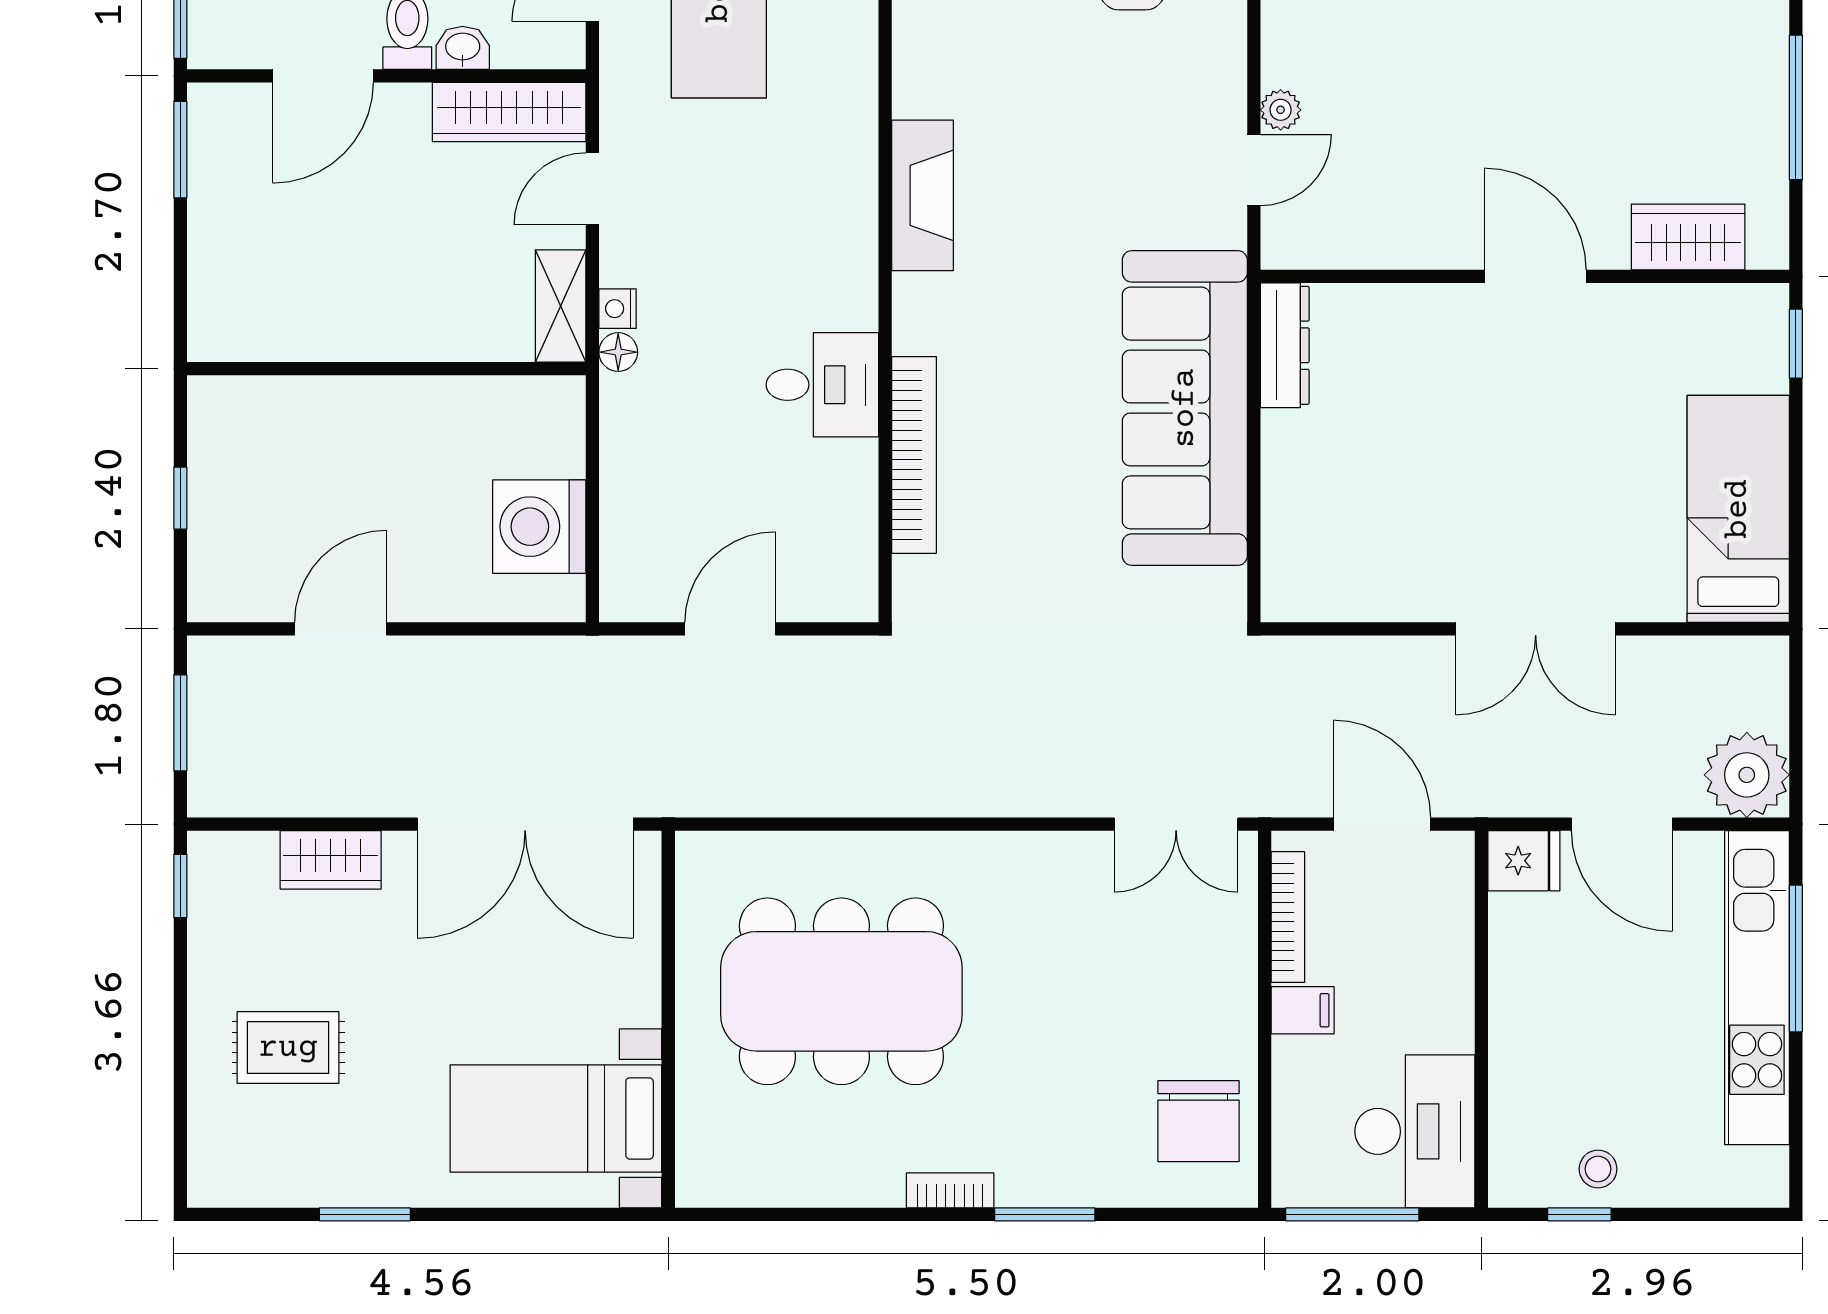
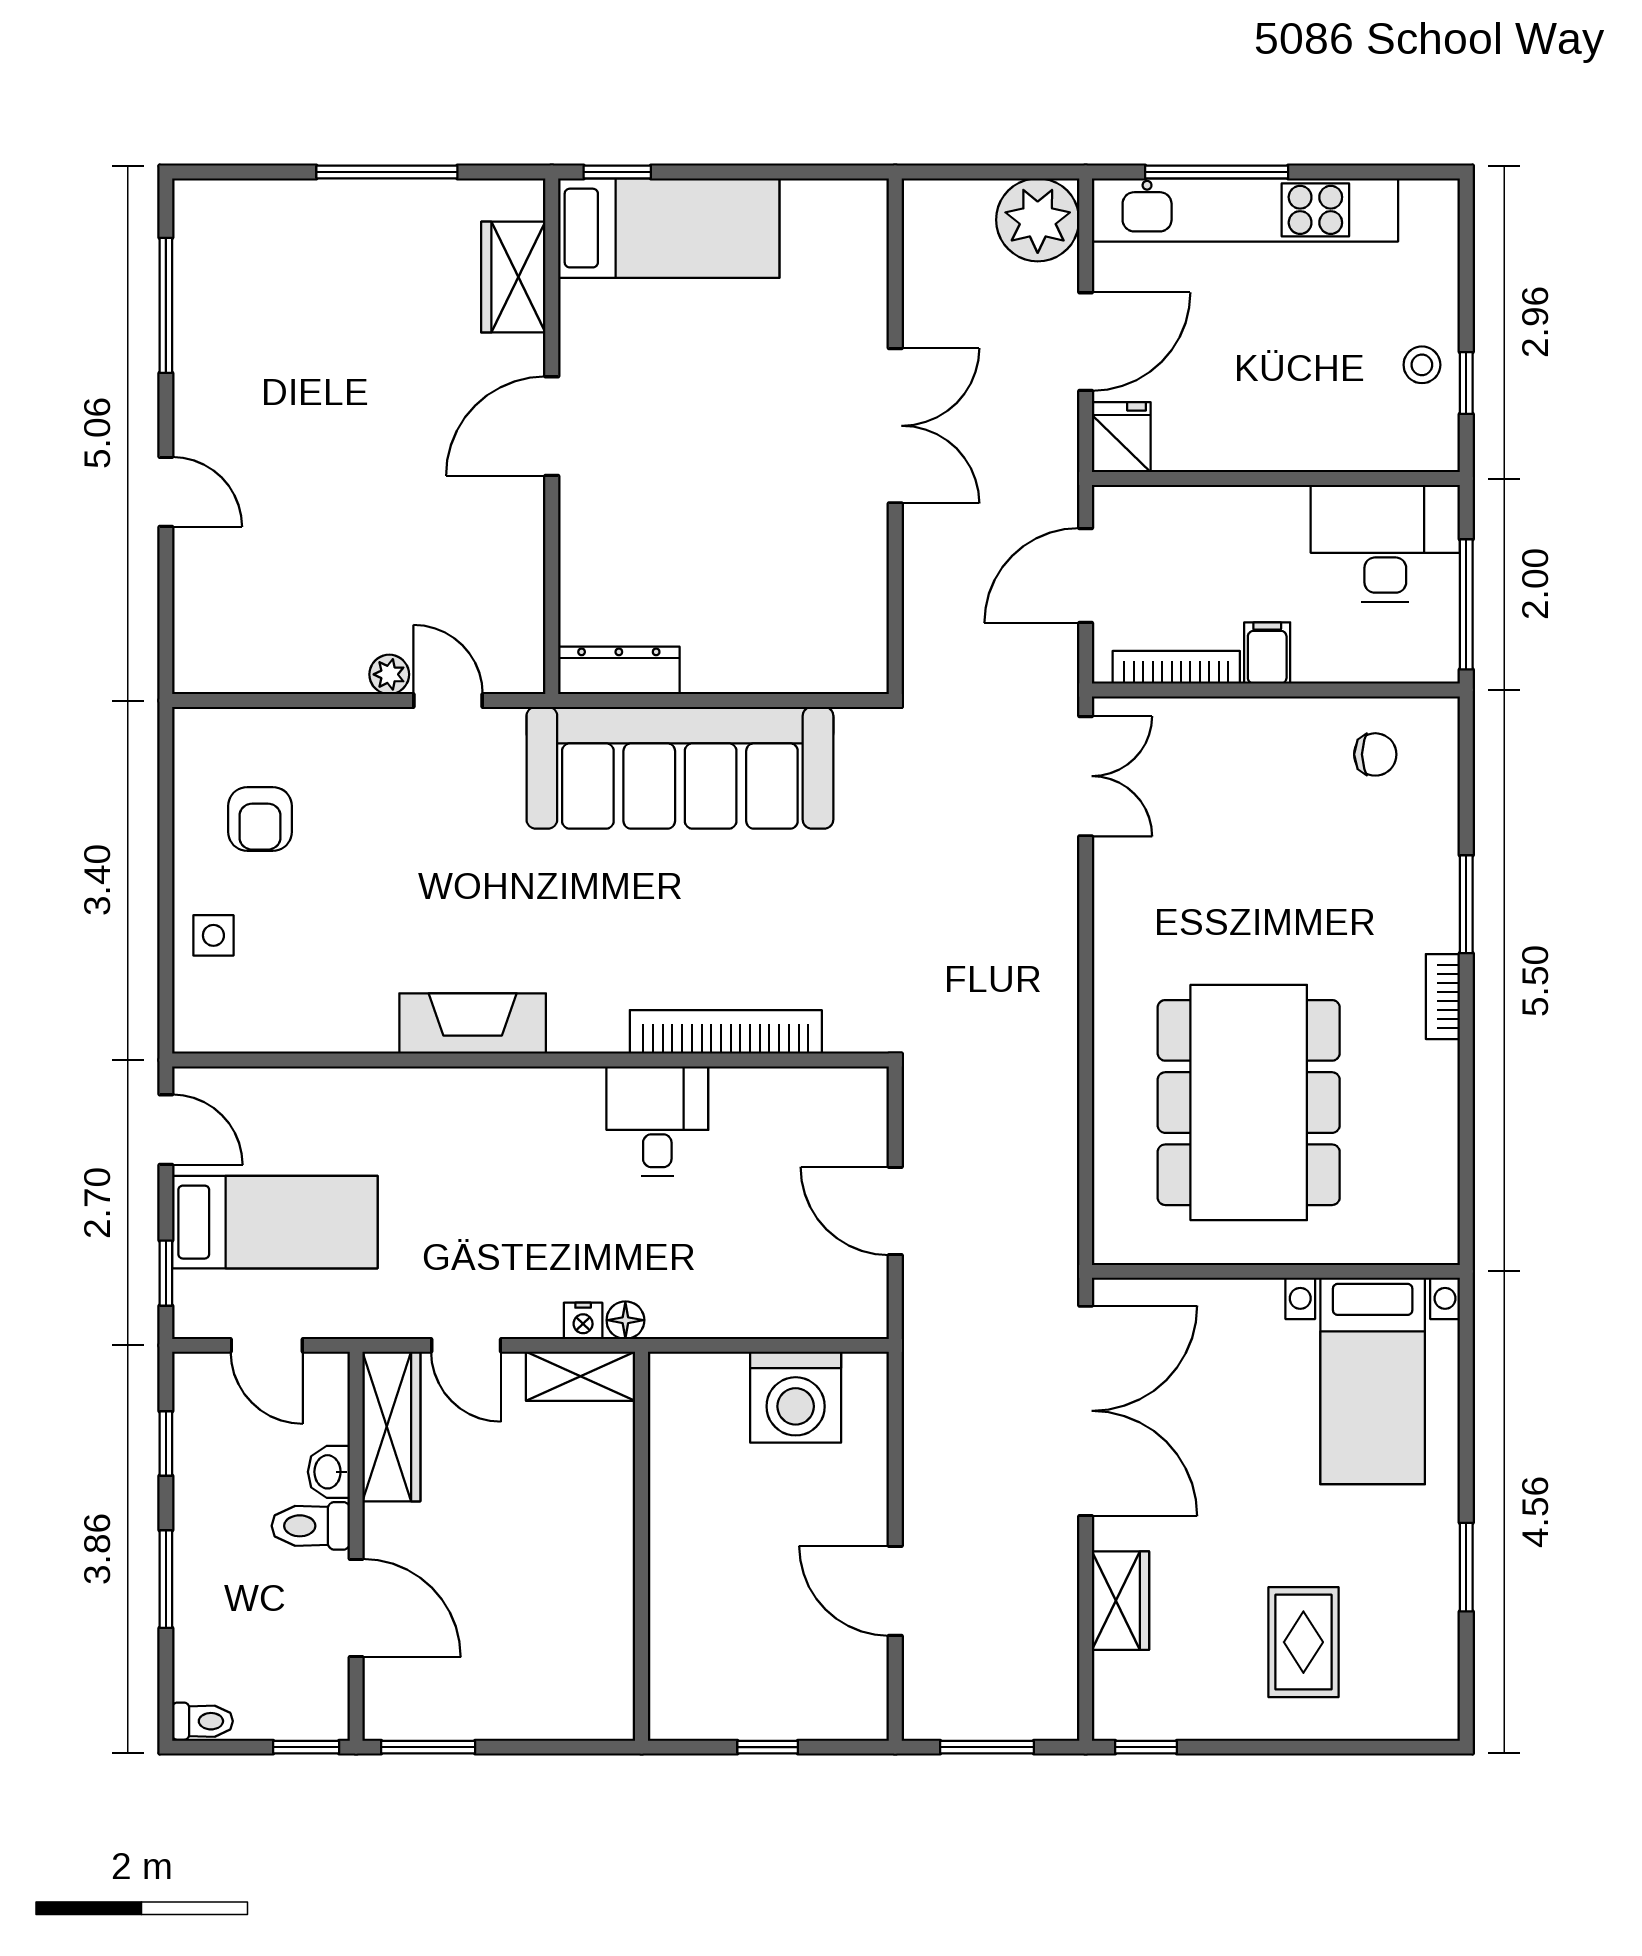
bed: (1738, 509) -> (669, 228), moved, turned 180
chair: (1198, 1121) -> (1375, 754), width x0.54, depth x0.54

